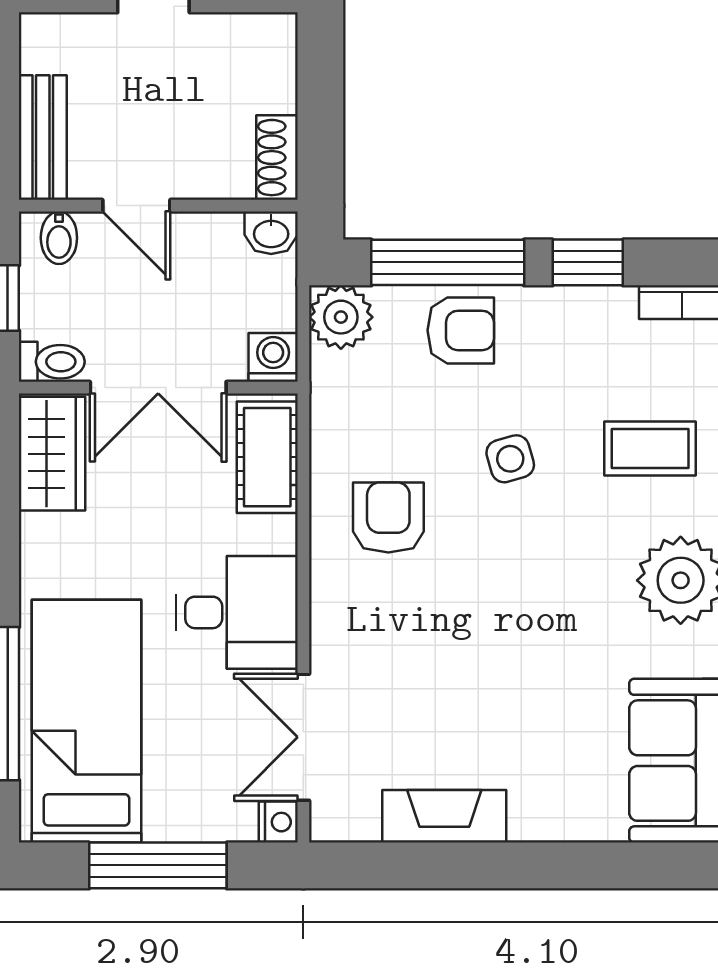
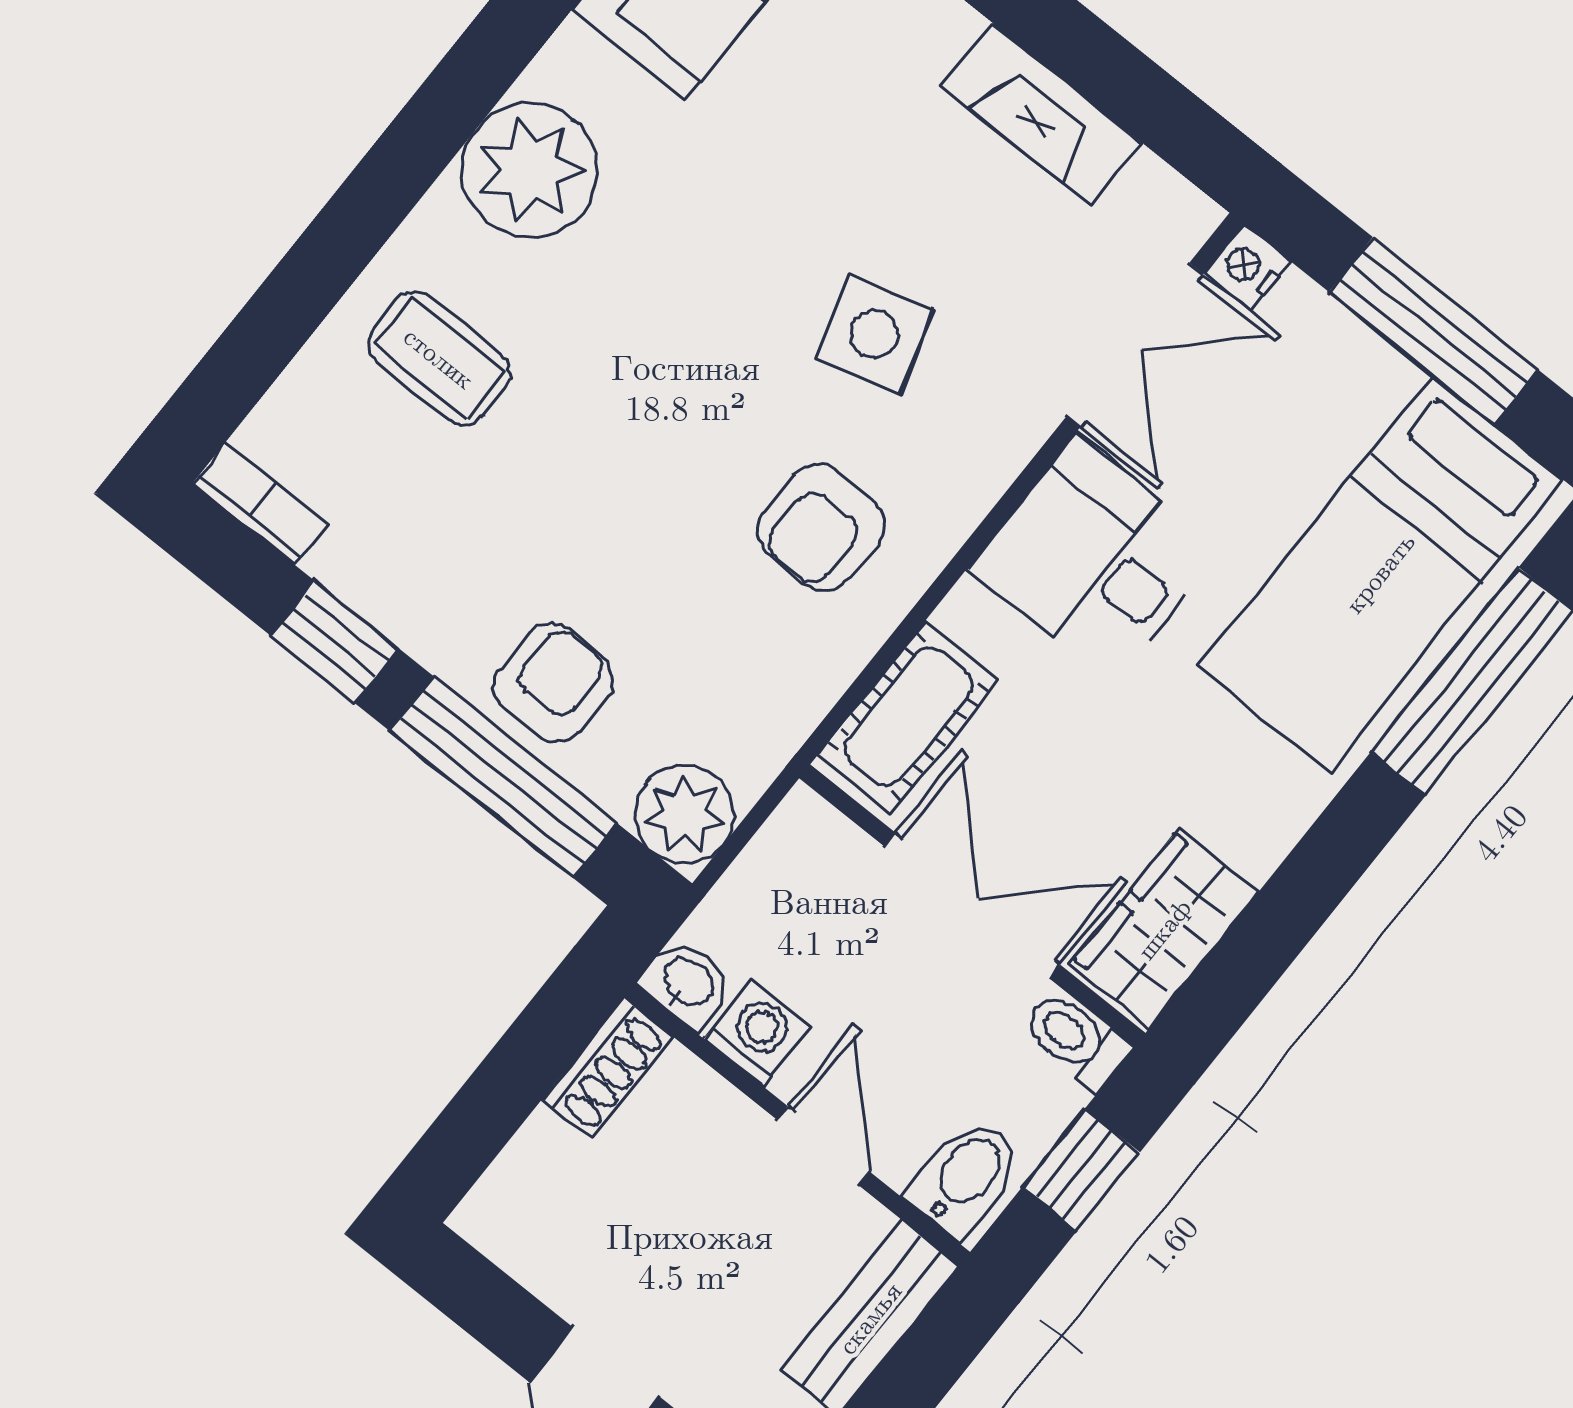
bidet: (59, 238) -> (965, 1177), width x1.38, depth x1.36
armchair: (461, 330) -> (553, 683), turned 90
washing machine: (273, 357) -> (757, 1033), moved, turned 180
side table: (510, 459) -> (874, 334), moved, width x1.37, depth x1.37

